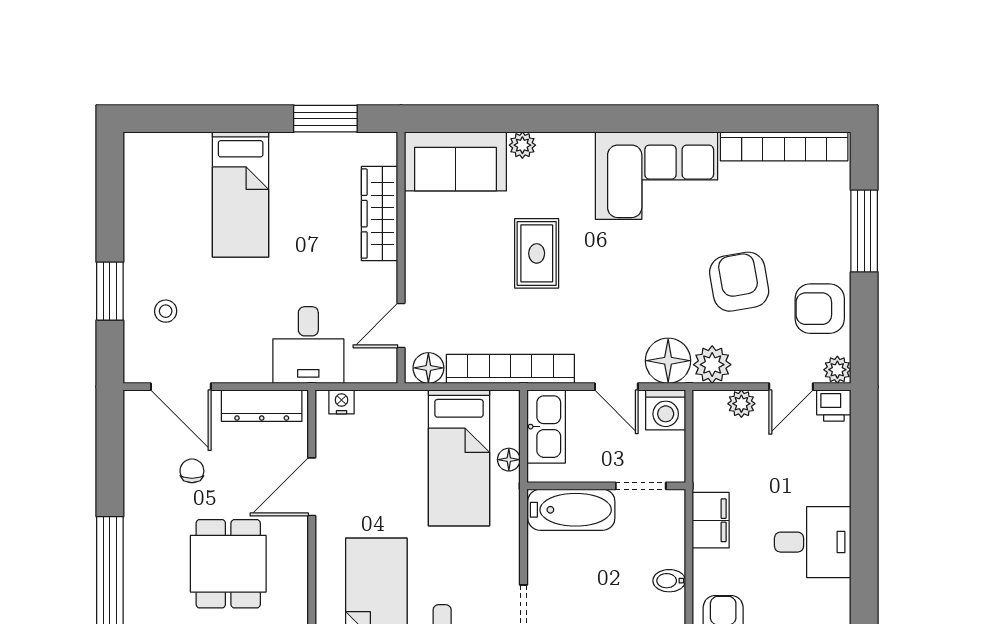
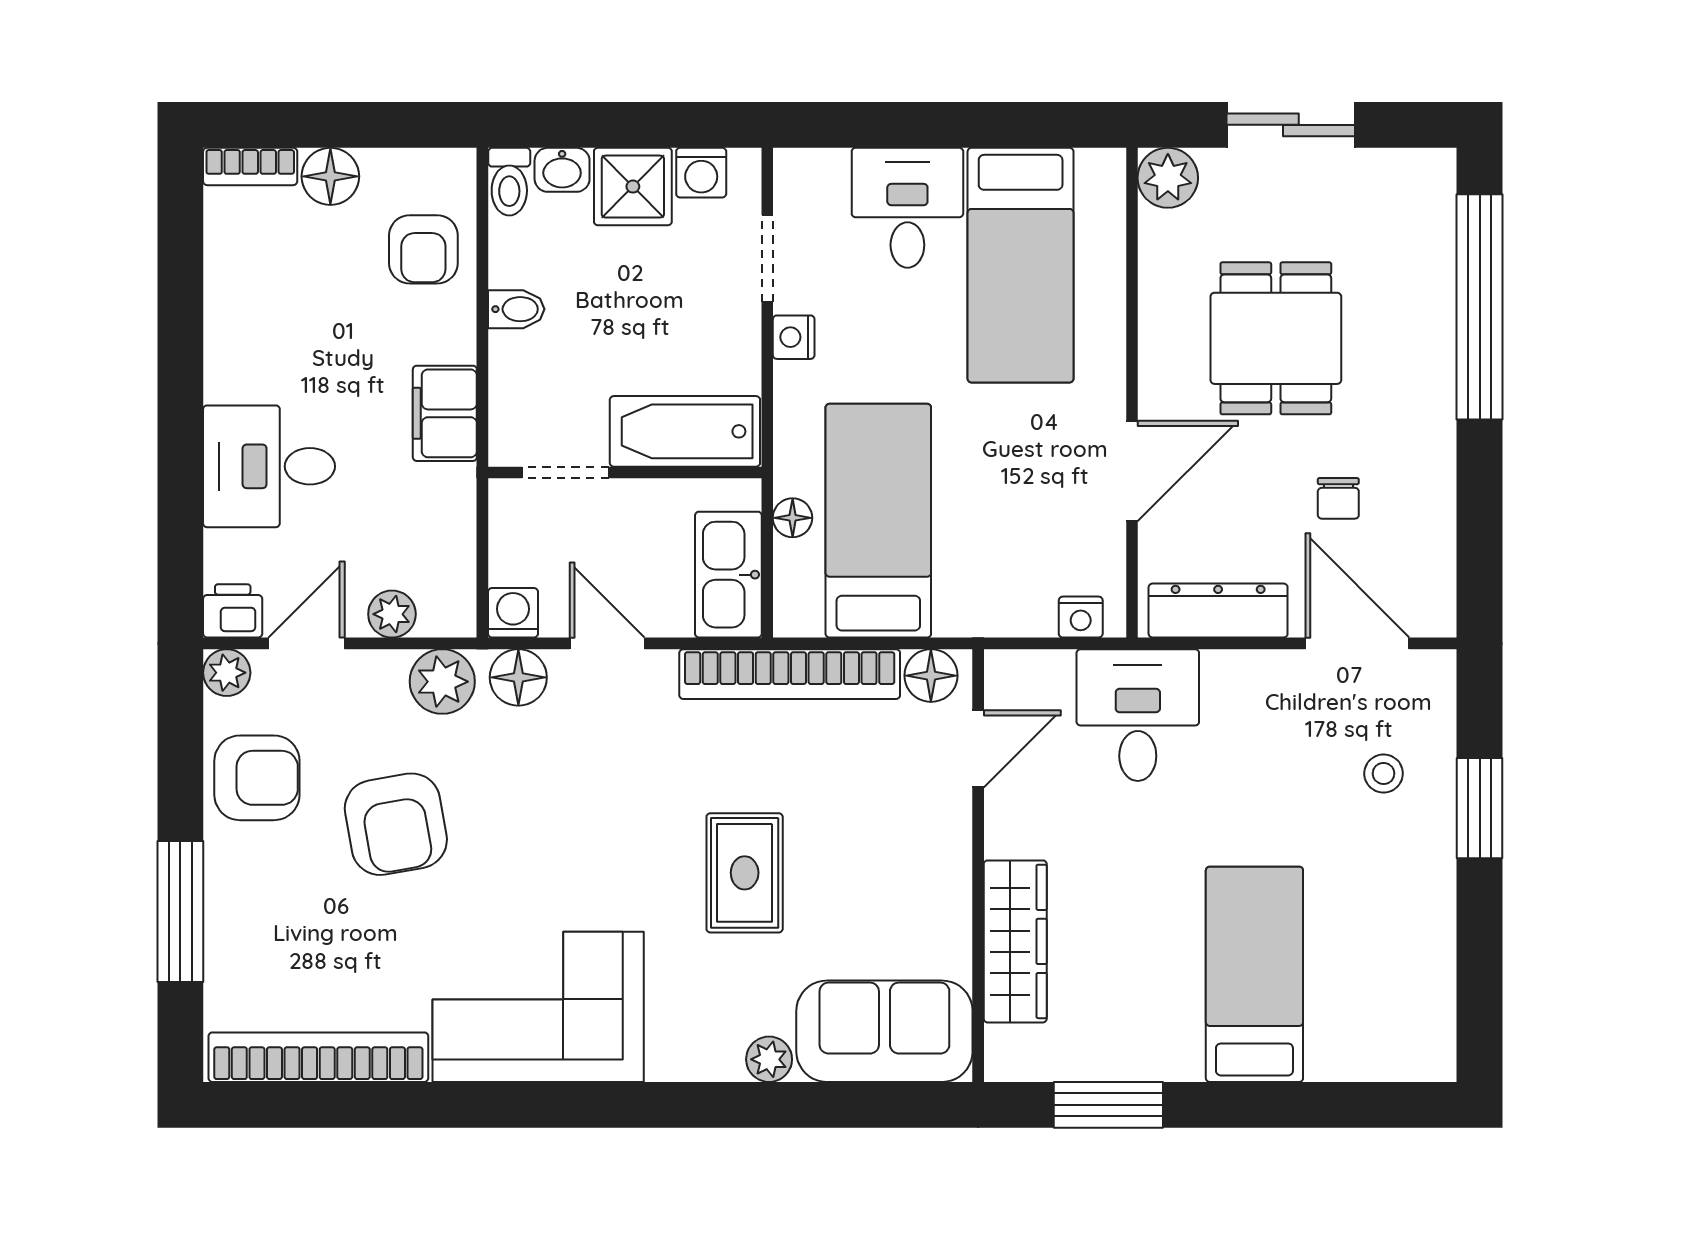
floor lamp: (668, 361) -> (518, 677), width x0.73, depth x0.73
washing machine: (666, 410) -> (513, 613), width x0.73, depth x0.73
desk: (813, 542) -> (269, 466), moved
nightstand: (508, 564) -> (794, 337), added

